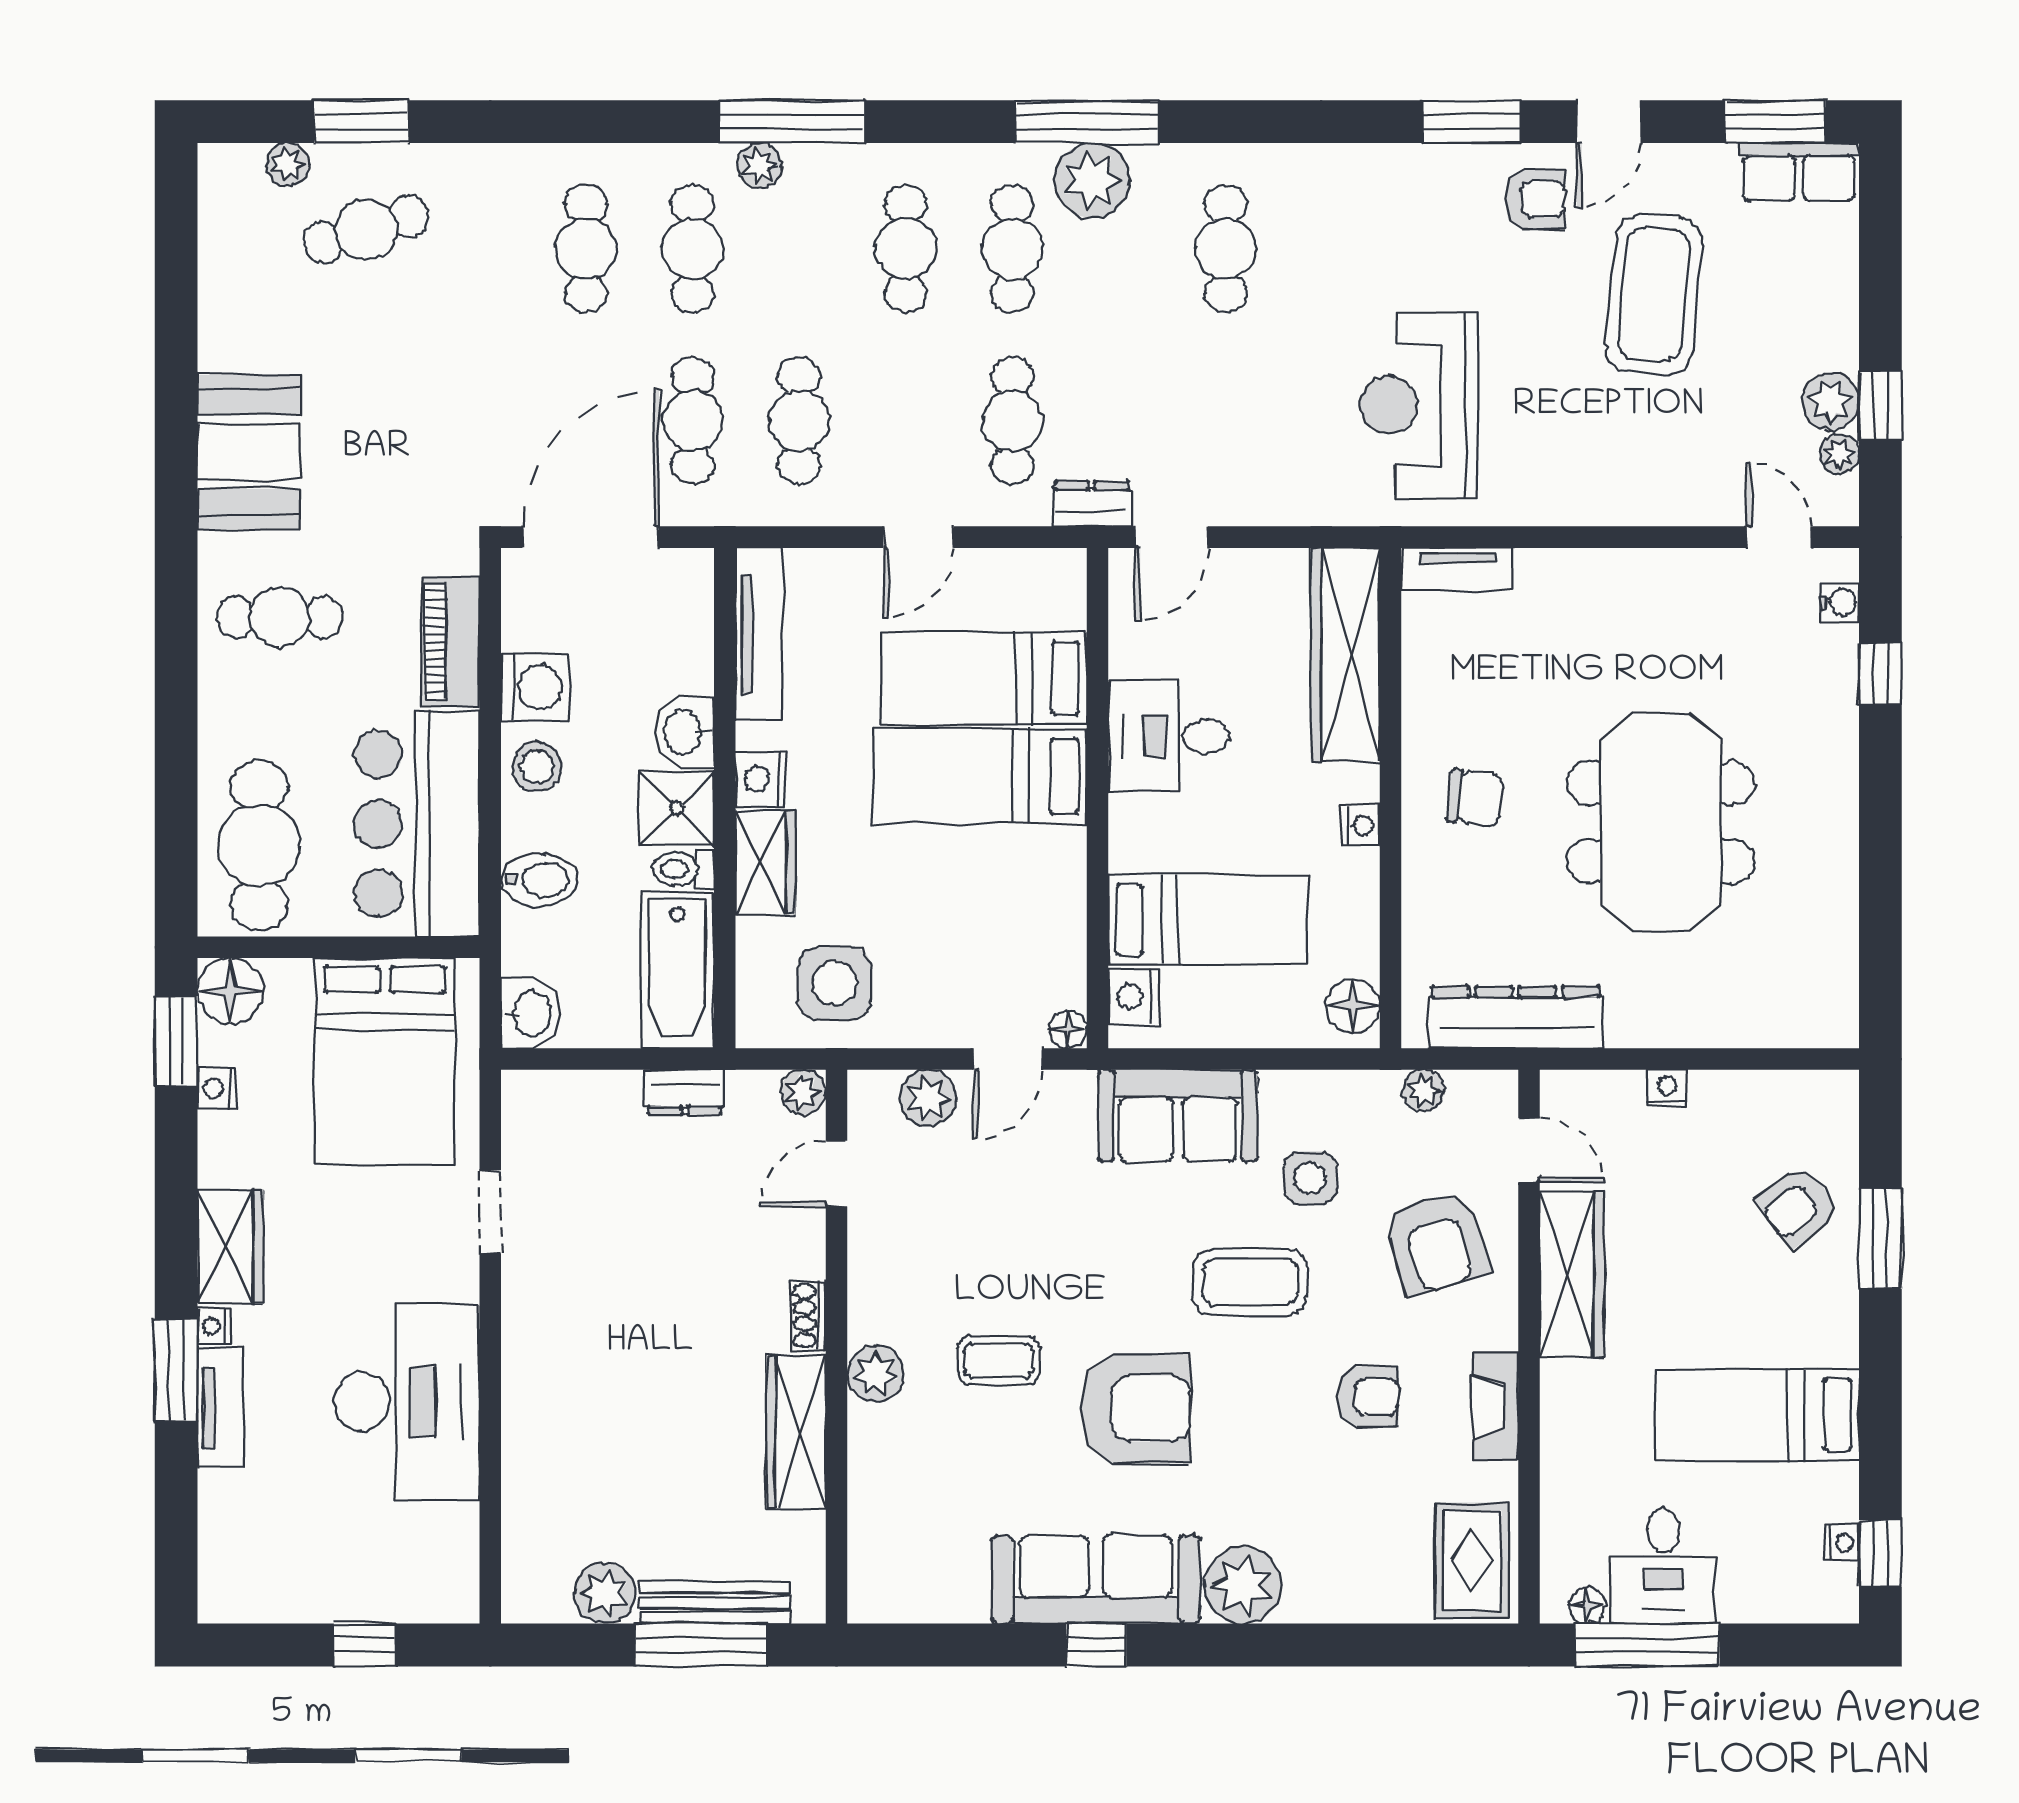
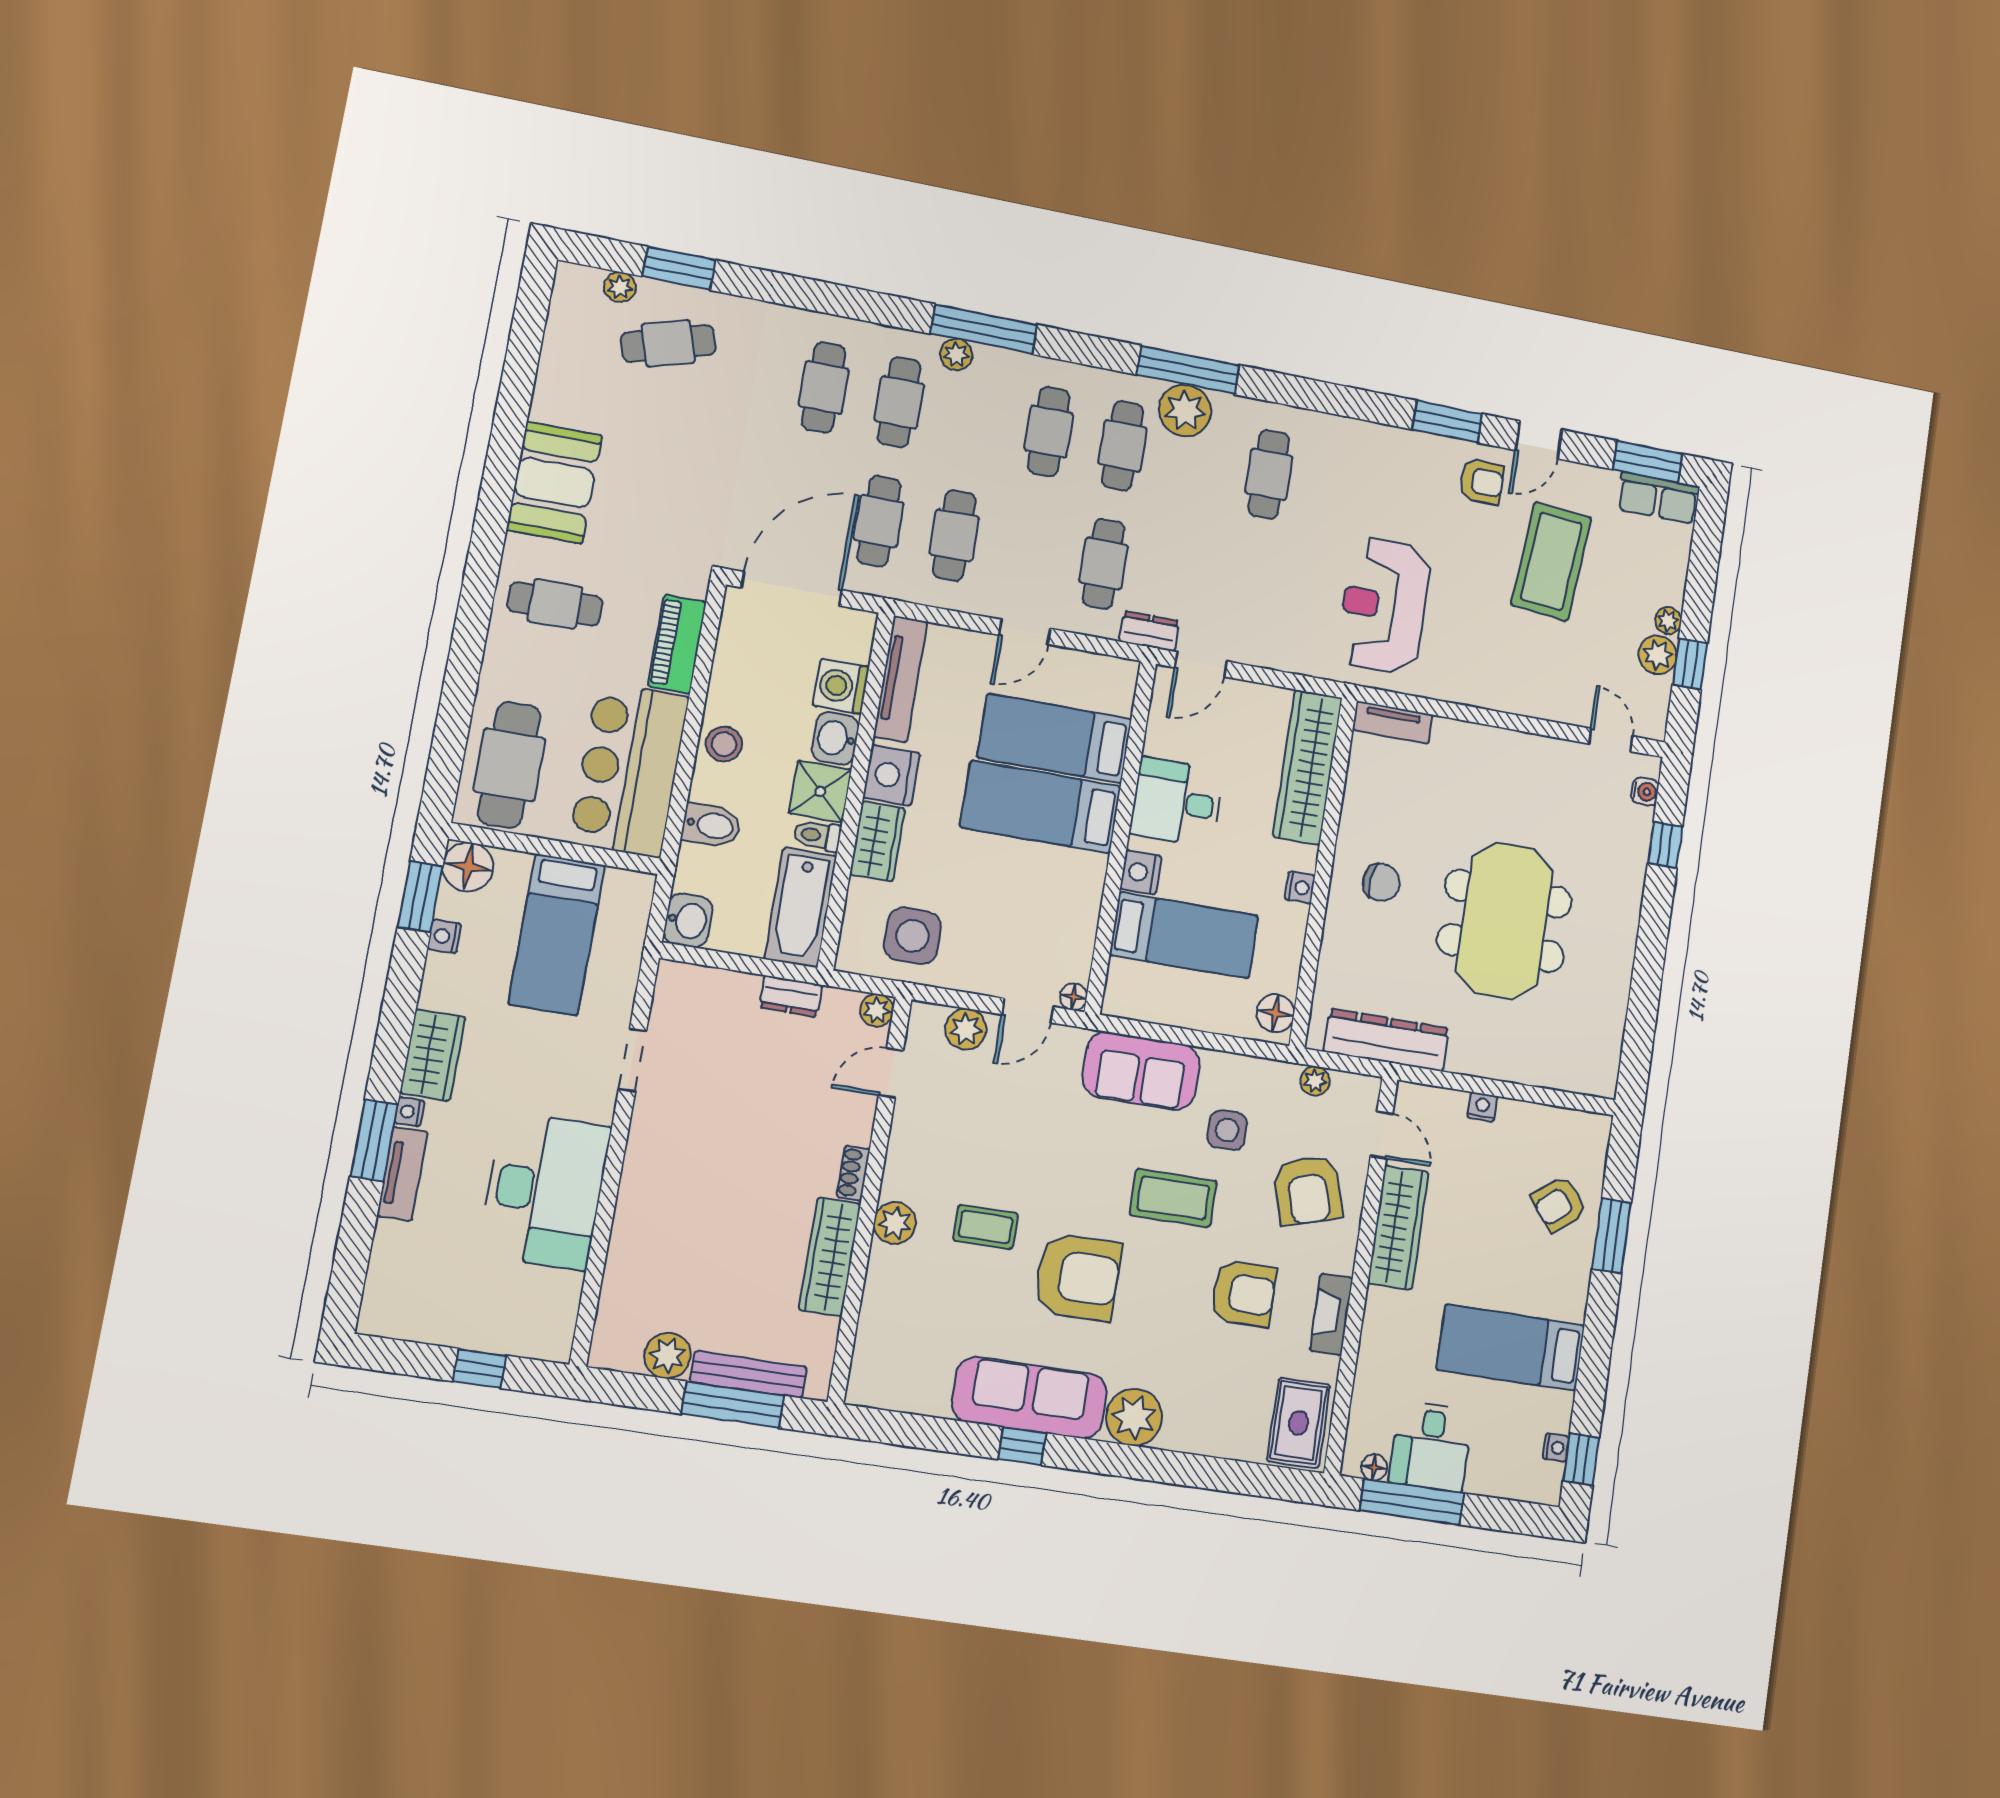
plant: (1839, 454) -> (1668, 621), moved
washing machine: (535, 687) -> (841, 686), moved, turned 180
nightstand: (761, 779) -> (891, 775), width x1.36, depth x1.33
nightstand: (1134, 997) -> (1141, 872), moved
bed: (385, 1061) -> (557, 935), width x0.67
armchair: (1368, 1397) -> (1244, 1294), width x1.38, depth x1.38

